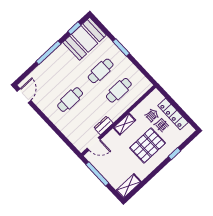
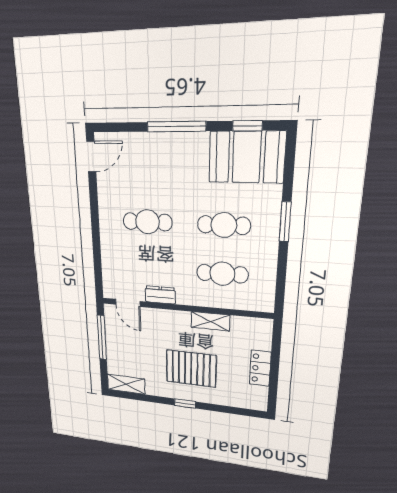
locker: (173, 114) -> (260, 368), width x0.66
shelving: (124, 124) -> (210, 321), moved
window: (174, 154) -> (185, 403), moved

